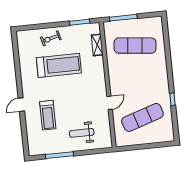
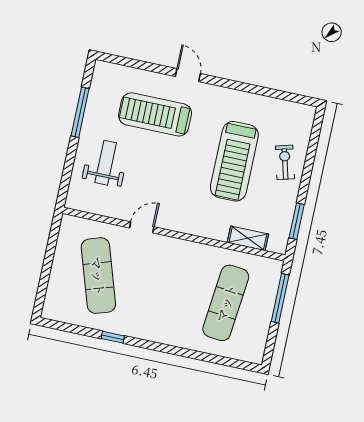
door: (110, 103) -> (142, 227), swing flipped
treadmill: (48, 115) -> (155, 114), width x1.37, depth x1.38

